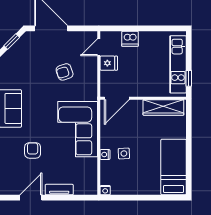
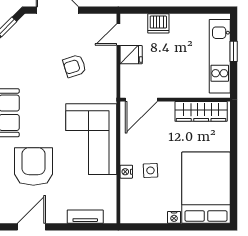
window: (189, 78) -> (234, 51), moved
armchair: (33, 150) -> (33, 166), width x1.88, depth x1.88
bed: (174, 167) -> (206, 188), width x1.50
tv unit: (59, 190) -> (85, 217), moved
nightstand: (105, 190) -> (174, 217), moved

